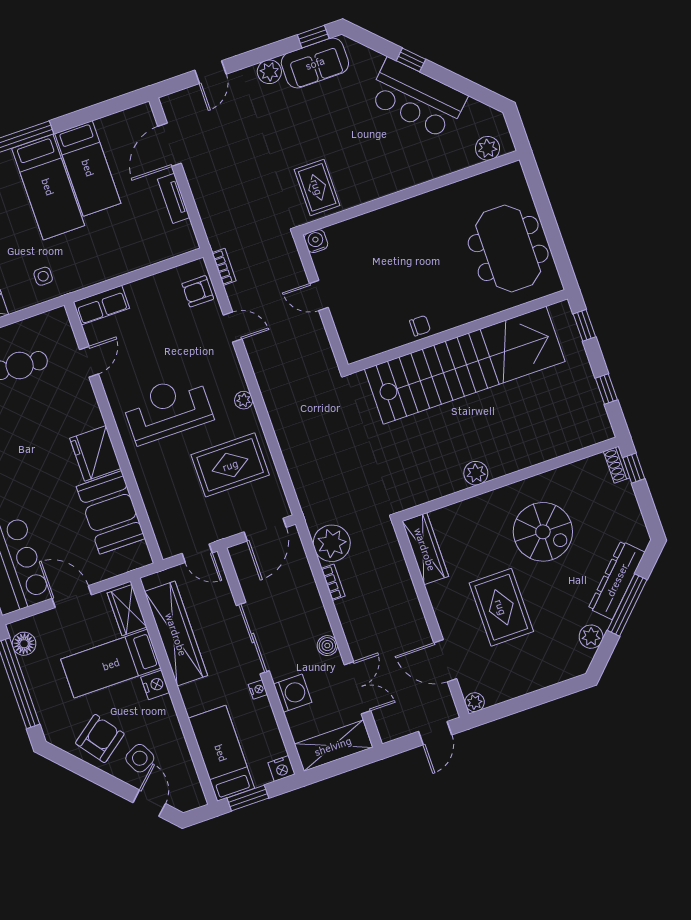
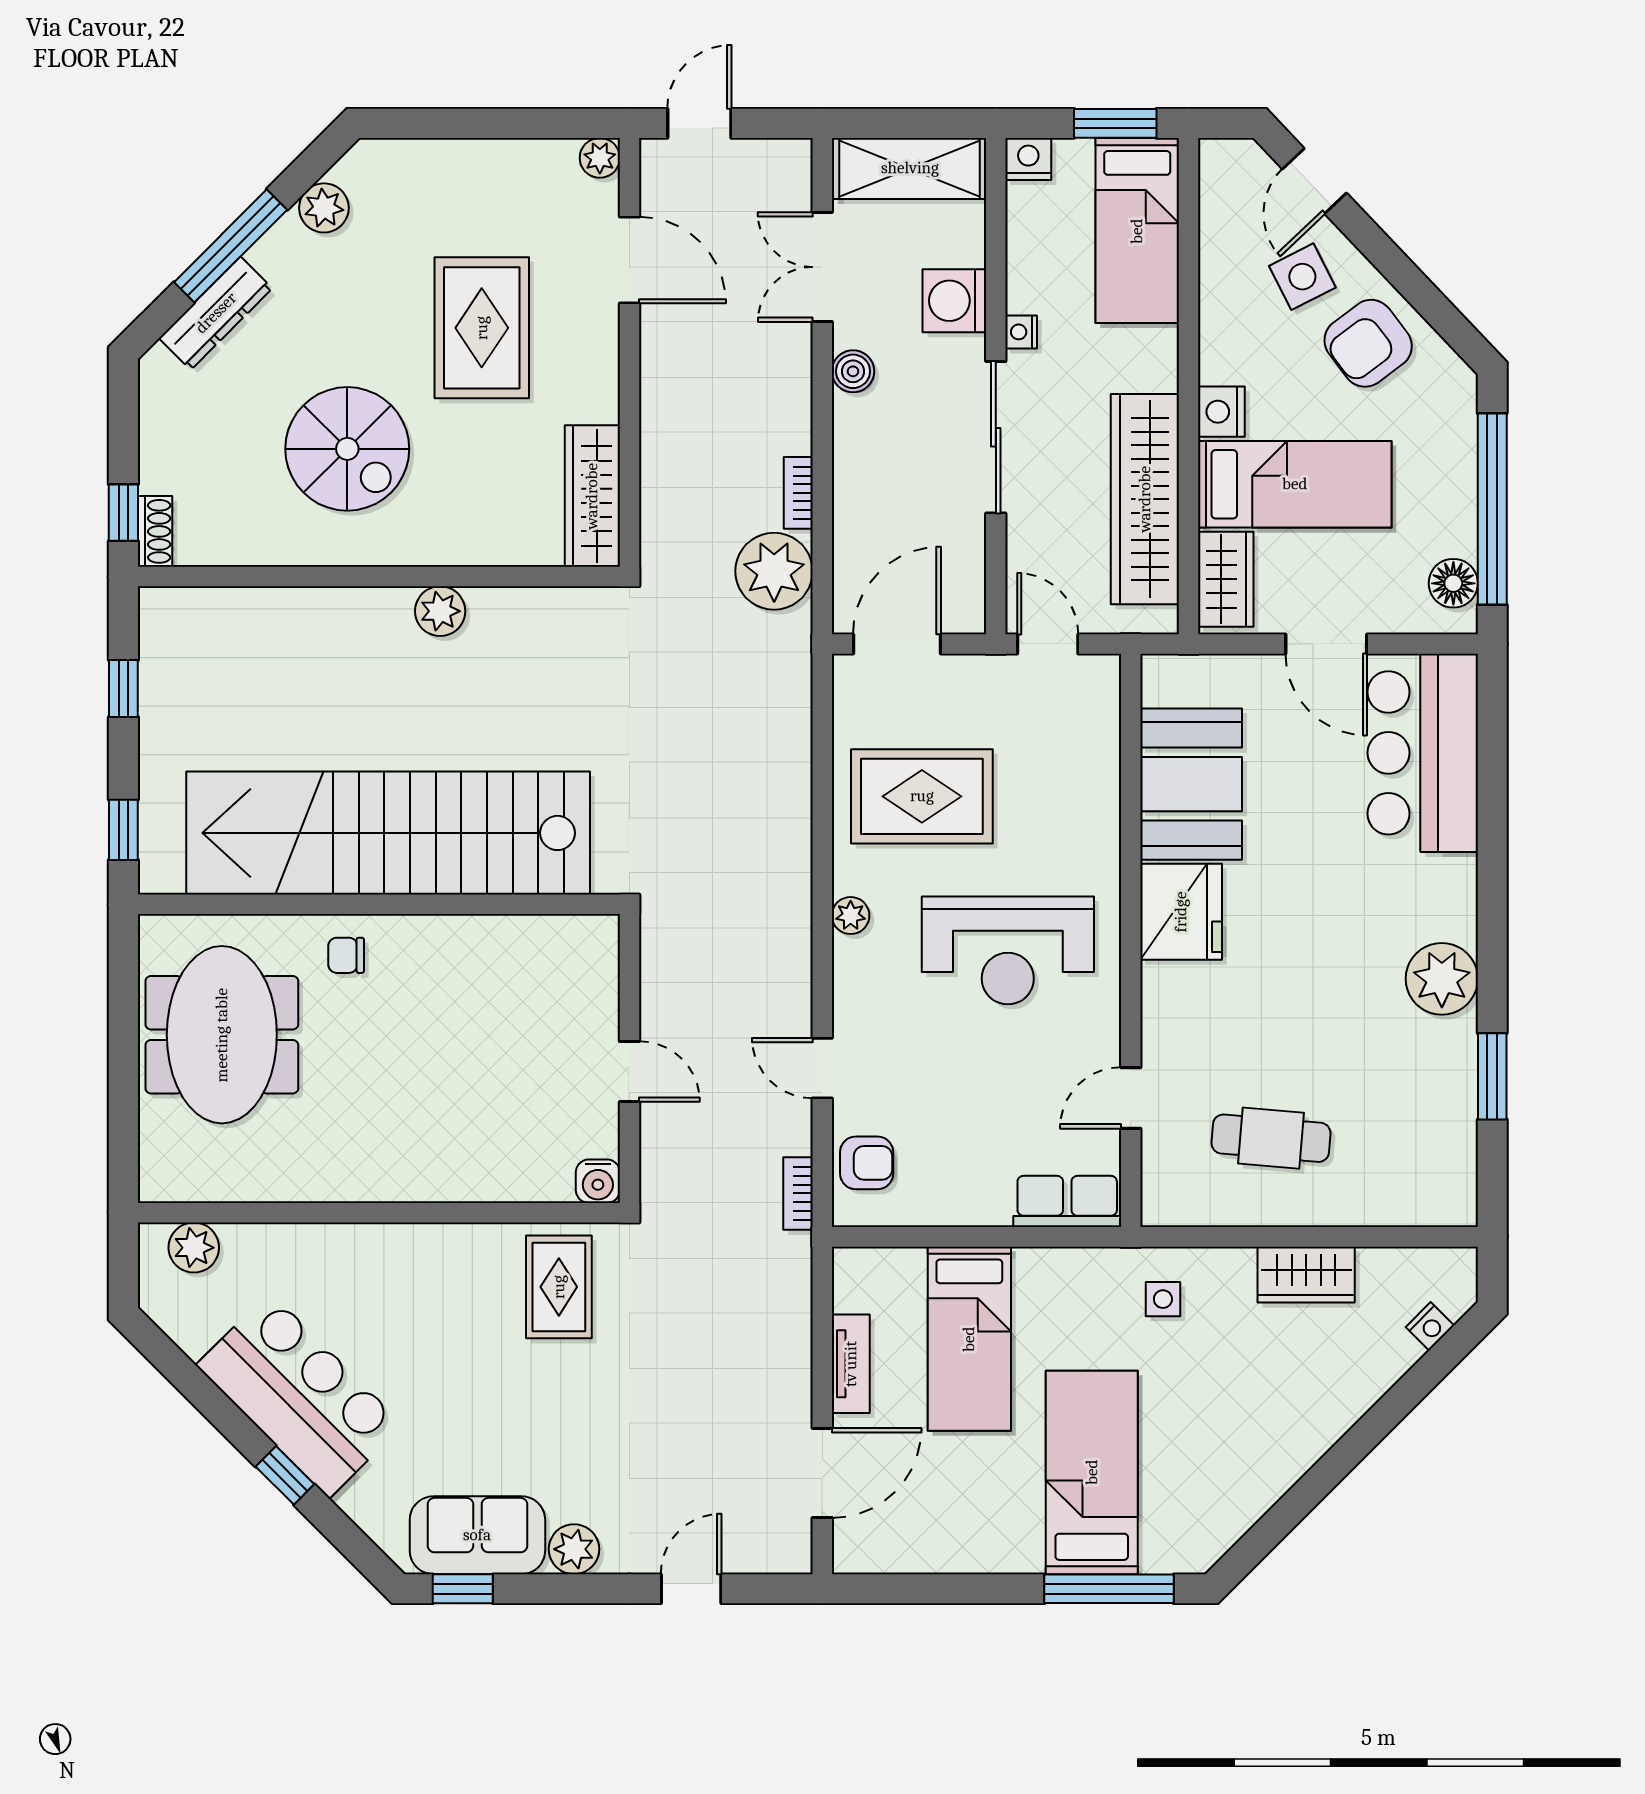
bed: (88, 168) -> (969, 1339), moved, turned 180
chair: (420, 326) -> (346, 955), moved
spiral stairs: (543, 532) -> (347, 449), turned 180
dresser: (617, 580) -> (216, 313), width x0.73, depth x0.80

